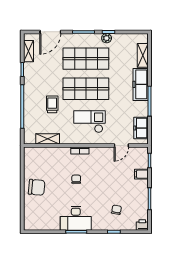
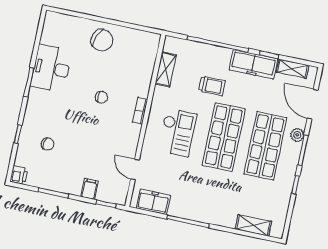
plant: (107, 38) -> (297, 135), moved
freezer: (141, 84) -> (253, 64), moved, turned 180
chair: (37, 187) -> (102, 40), turned -74
desk: (76, 218) -> (51, 68), moved

